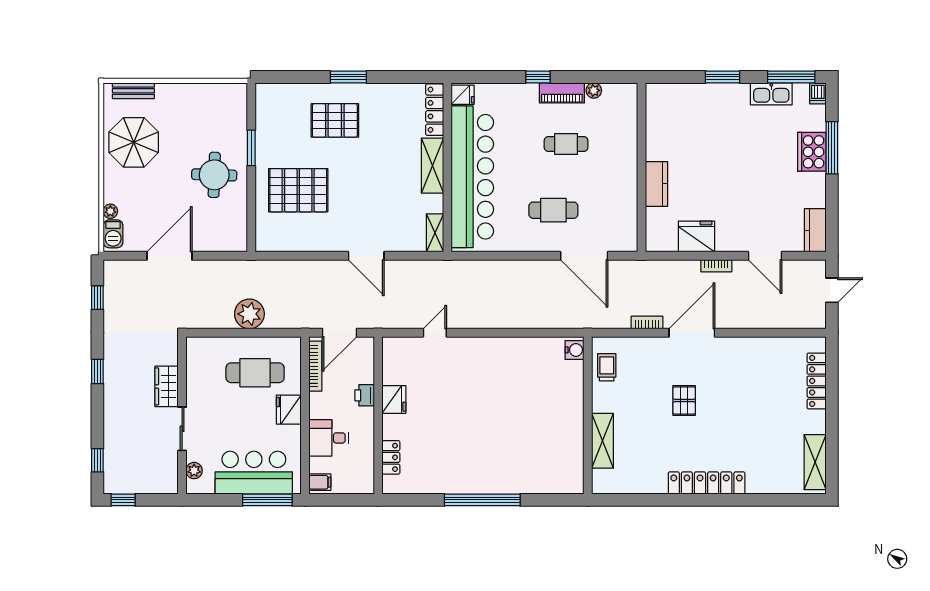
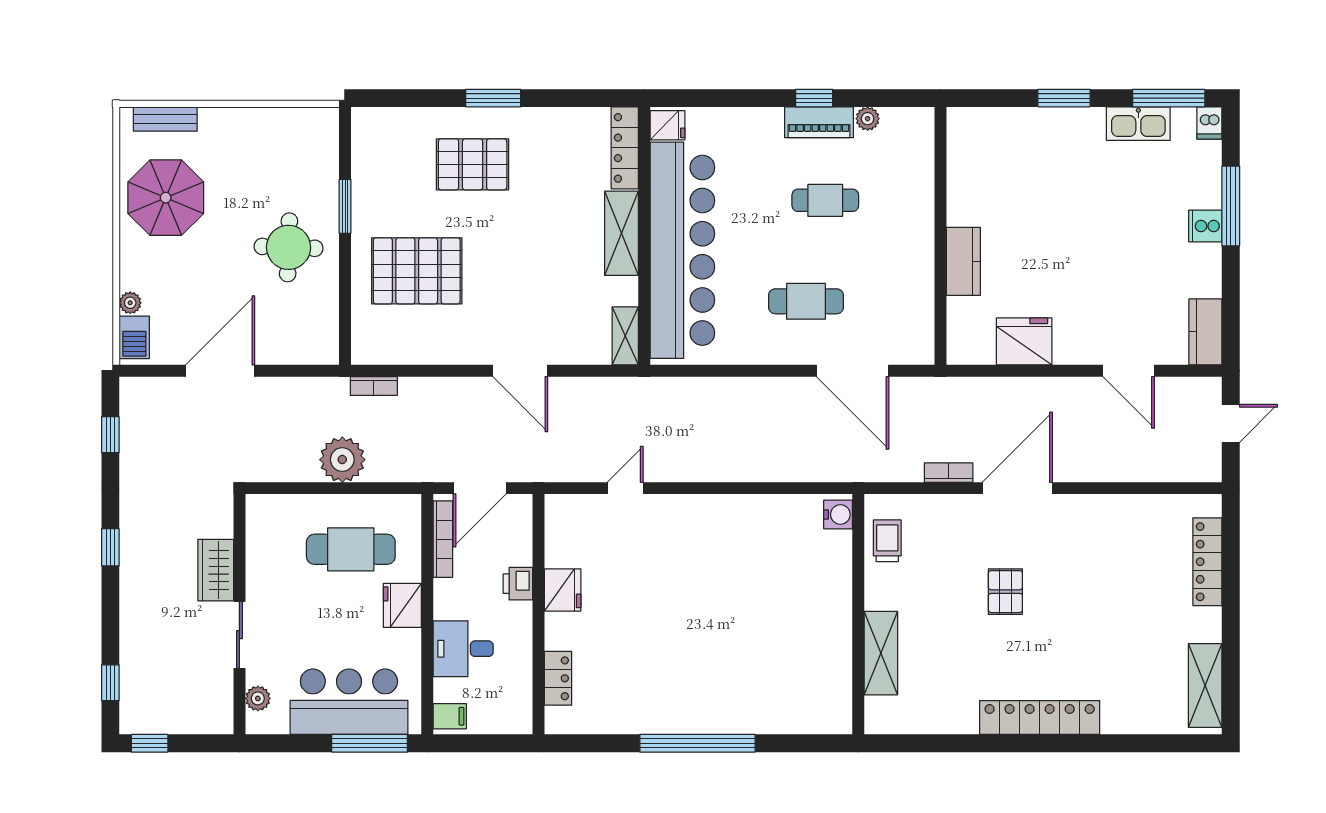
window: (538, 77) -> (814, 98), moved
cooker: (812, 152) -> (1205, 226), width x0.53, depth x0.76
bookcase: (716, 266) -> (374, 386), moved

